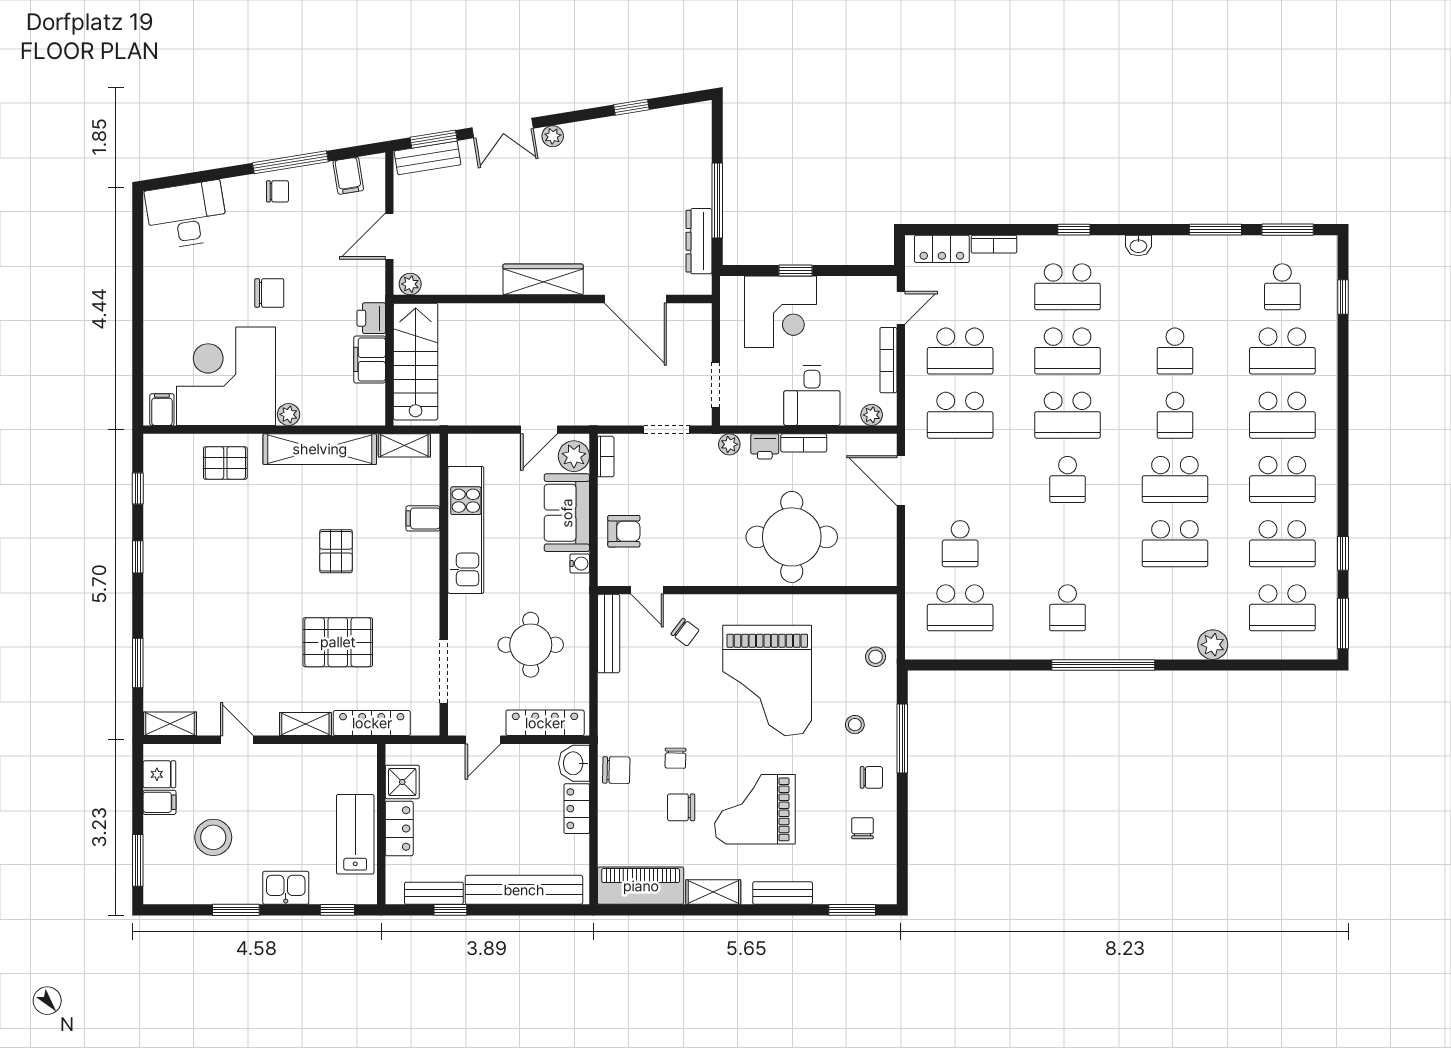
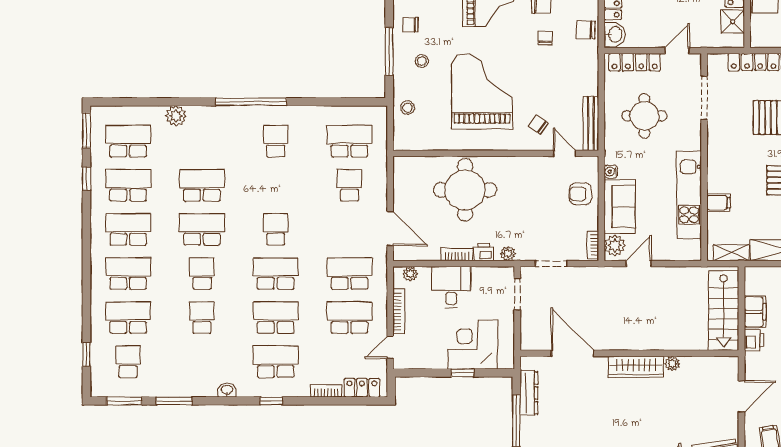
plant: (410, 284) -> (672, 364), moved

